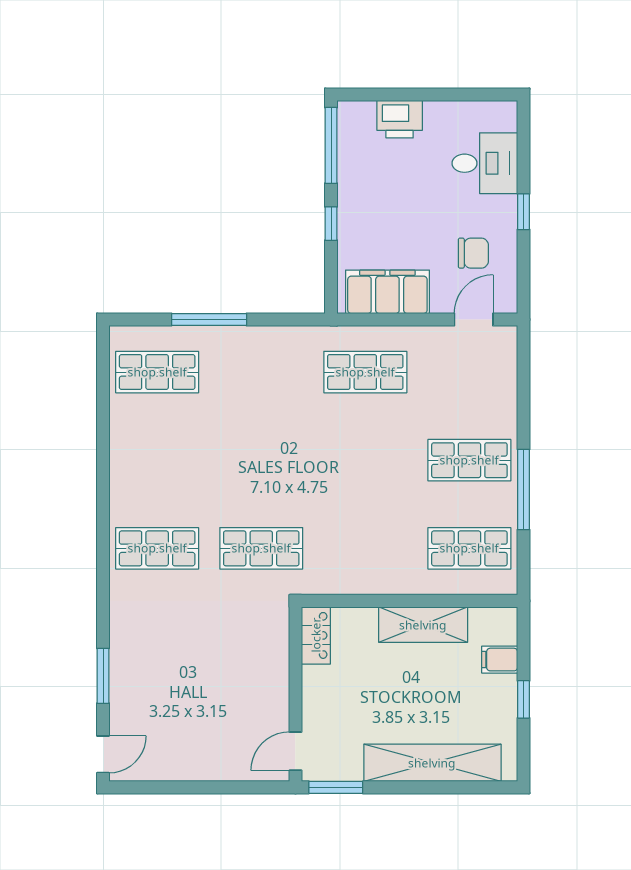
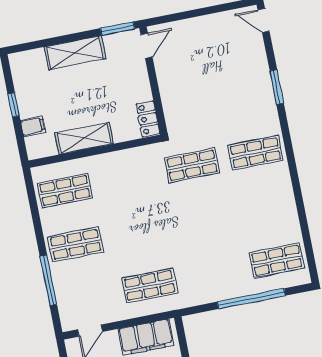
window: (209, 320) -> (251, 299), width x1.46
window: (524, 490) -> (48, 280), moved
window: (103, 676) -> (277, 87), moved
door: (103, 754) -> (264, 20), hinge flipped
shelving: (432, 763) -> (75, 53), width x0.68

